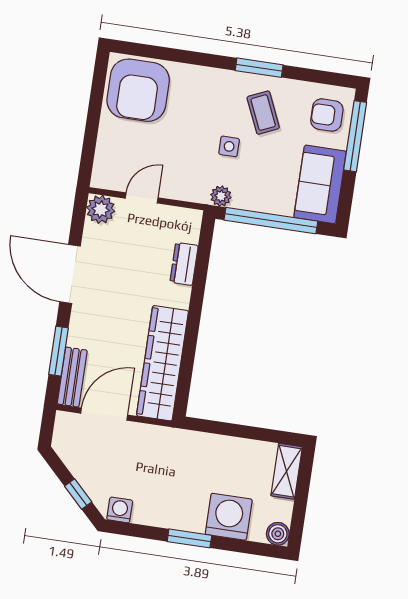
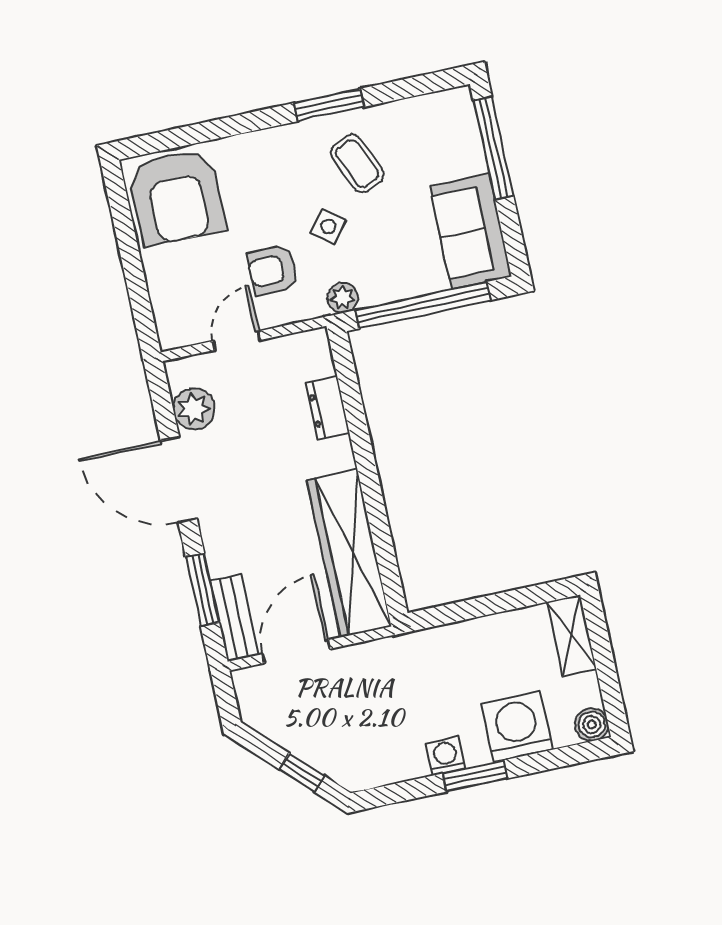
armchair: (327, 115) -> (273, 270), moved
side table: (229, 146) -> (328, 226), turned 38
plant: (101, 209) -> (194, 409), moved
washing machine: (120, 510) -> (445, 756), moved

